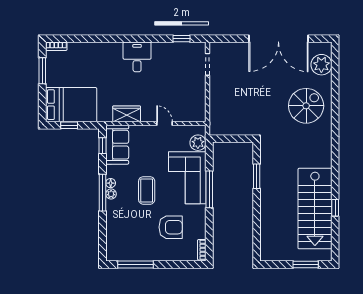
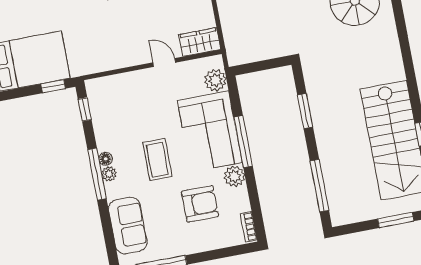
wardrobe: (127, 114) -> (200, 42), moved
window: (69, 125) -> (53, 86), moved
sofa: (117, 145) -> (128, 225), moved
plant: (198, 212) -> (234, 176), added
window: (257, 230) -> (319, 186), added

